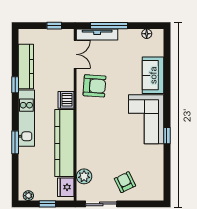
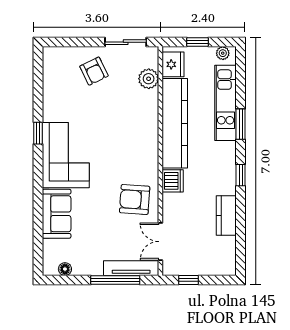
kitchen counter: (26, 67) -> (226, 215), width x0.67
window: (15, 85) -> (241, 175), moved
kitchen unit: (26, 118) -> (226, 103), moved

